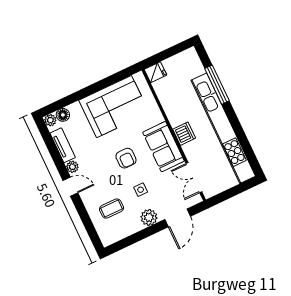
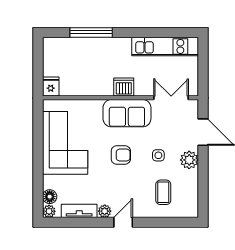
kitchen unit: (223, 128) -> (165, 46), width x0.54
double door: (194, 178) -> (171, 98), swing flipped

